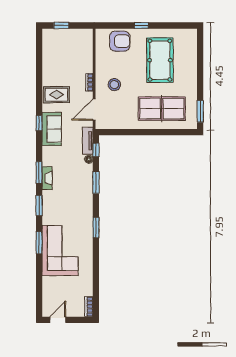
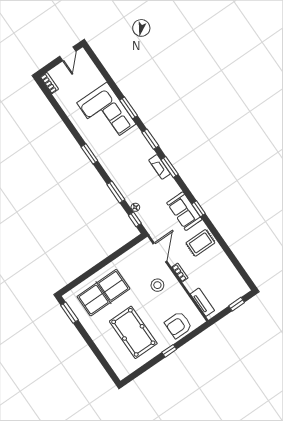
tv unit: (88, 141) -> (202, 302), moved

